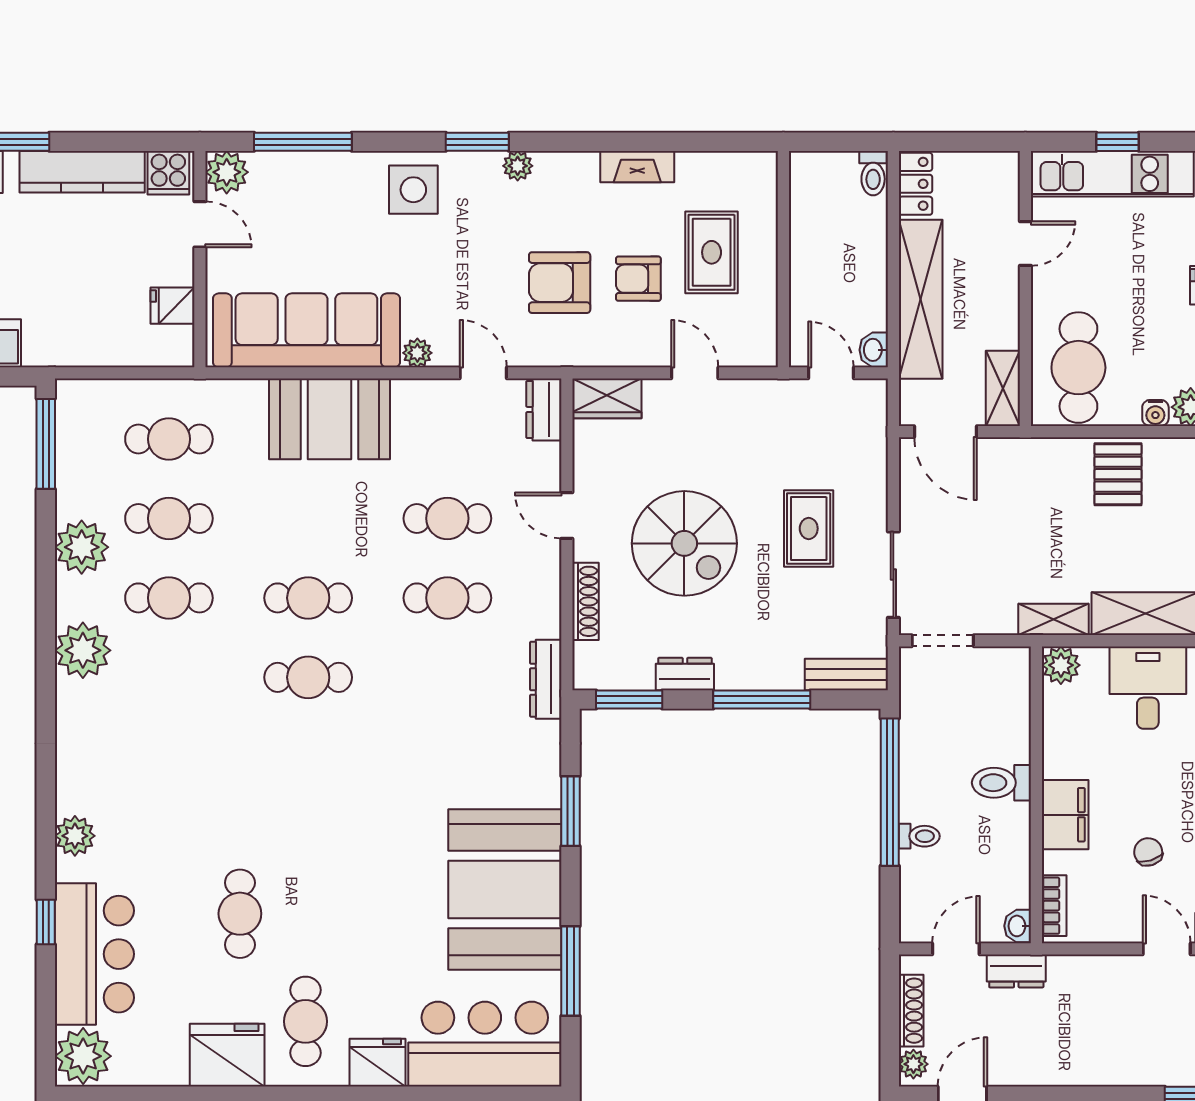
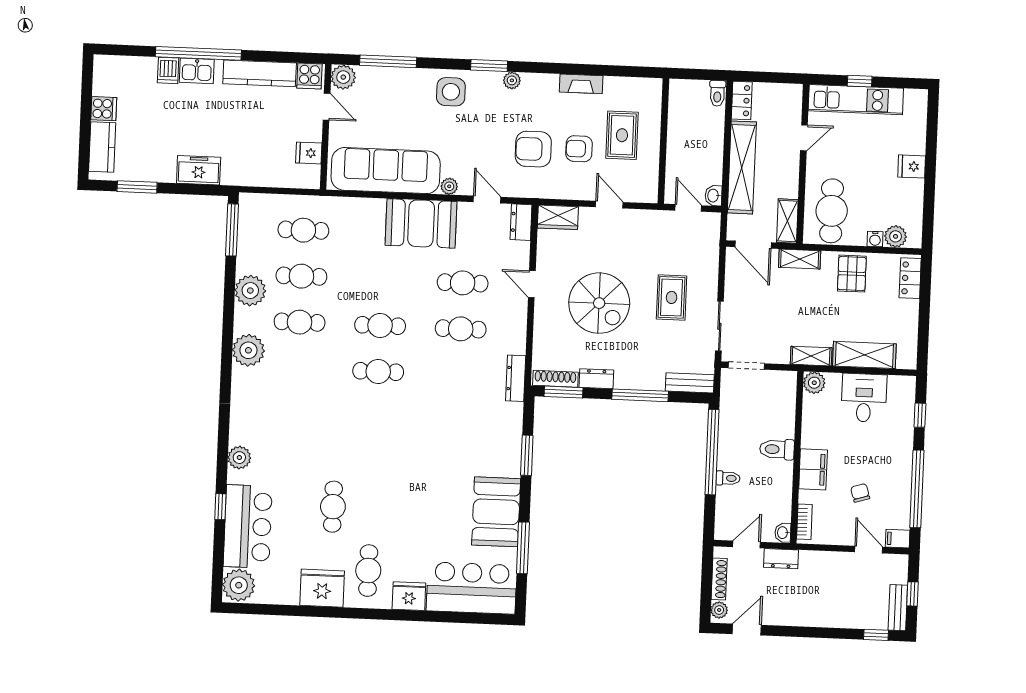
booth: (329, 419) -> (421, 223), moved
shelving: (1027, 453) -> (800, 259), added
shoe rack: (586, 601) -> (555, 379), moved, turned -90
booth: (505, 889) -> (496, 512), width x0.73, depth x0.70

